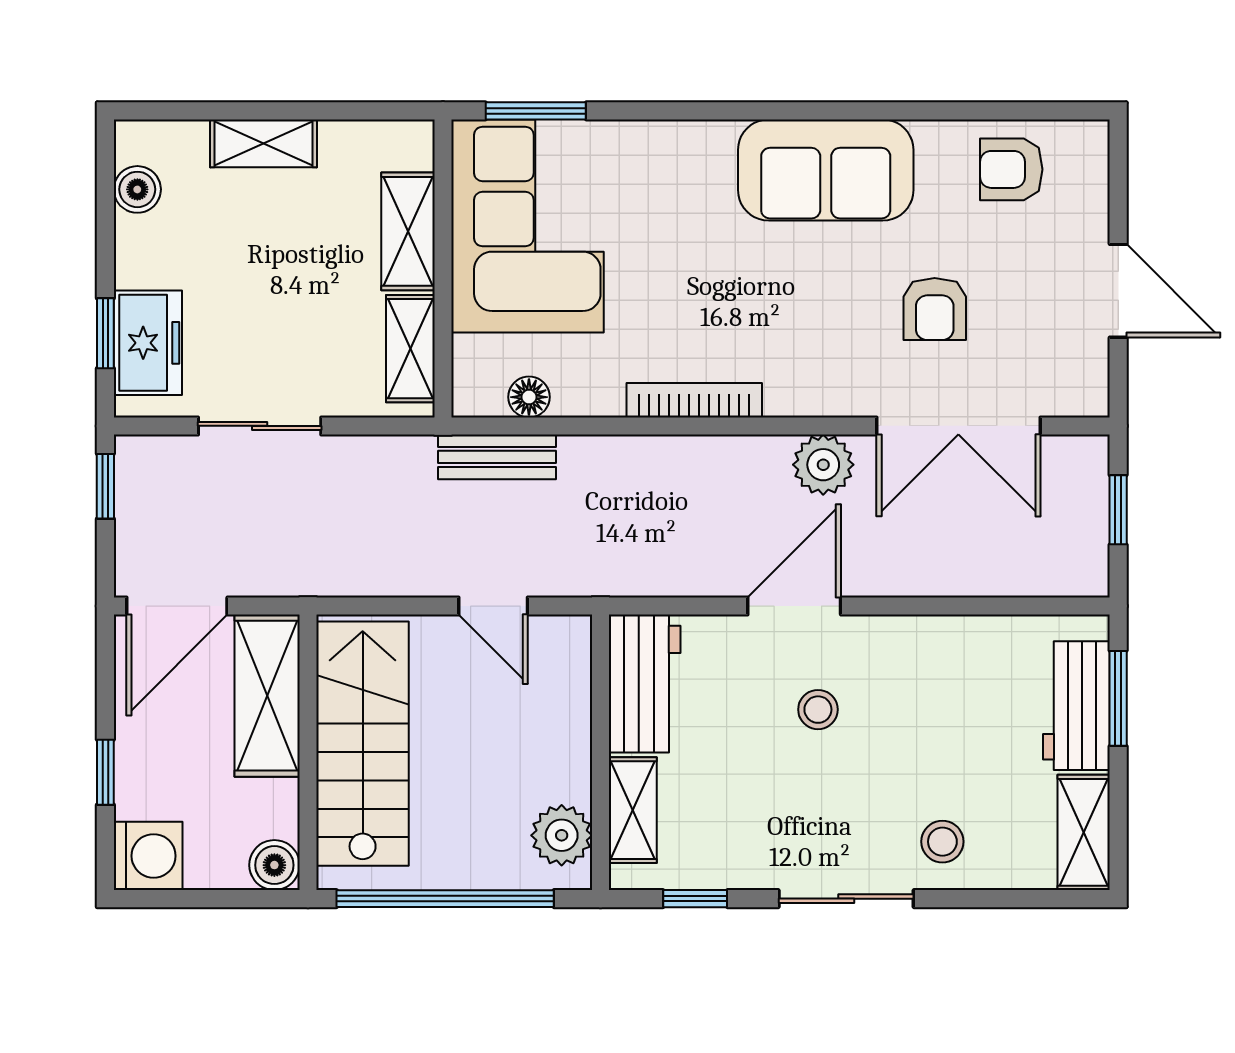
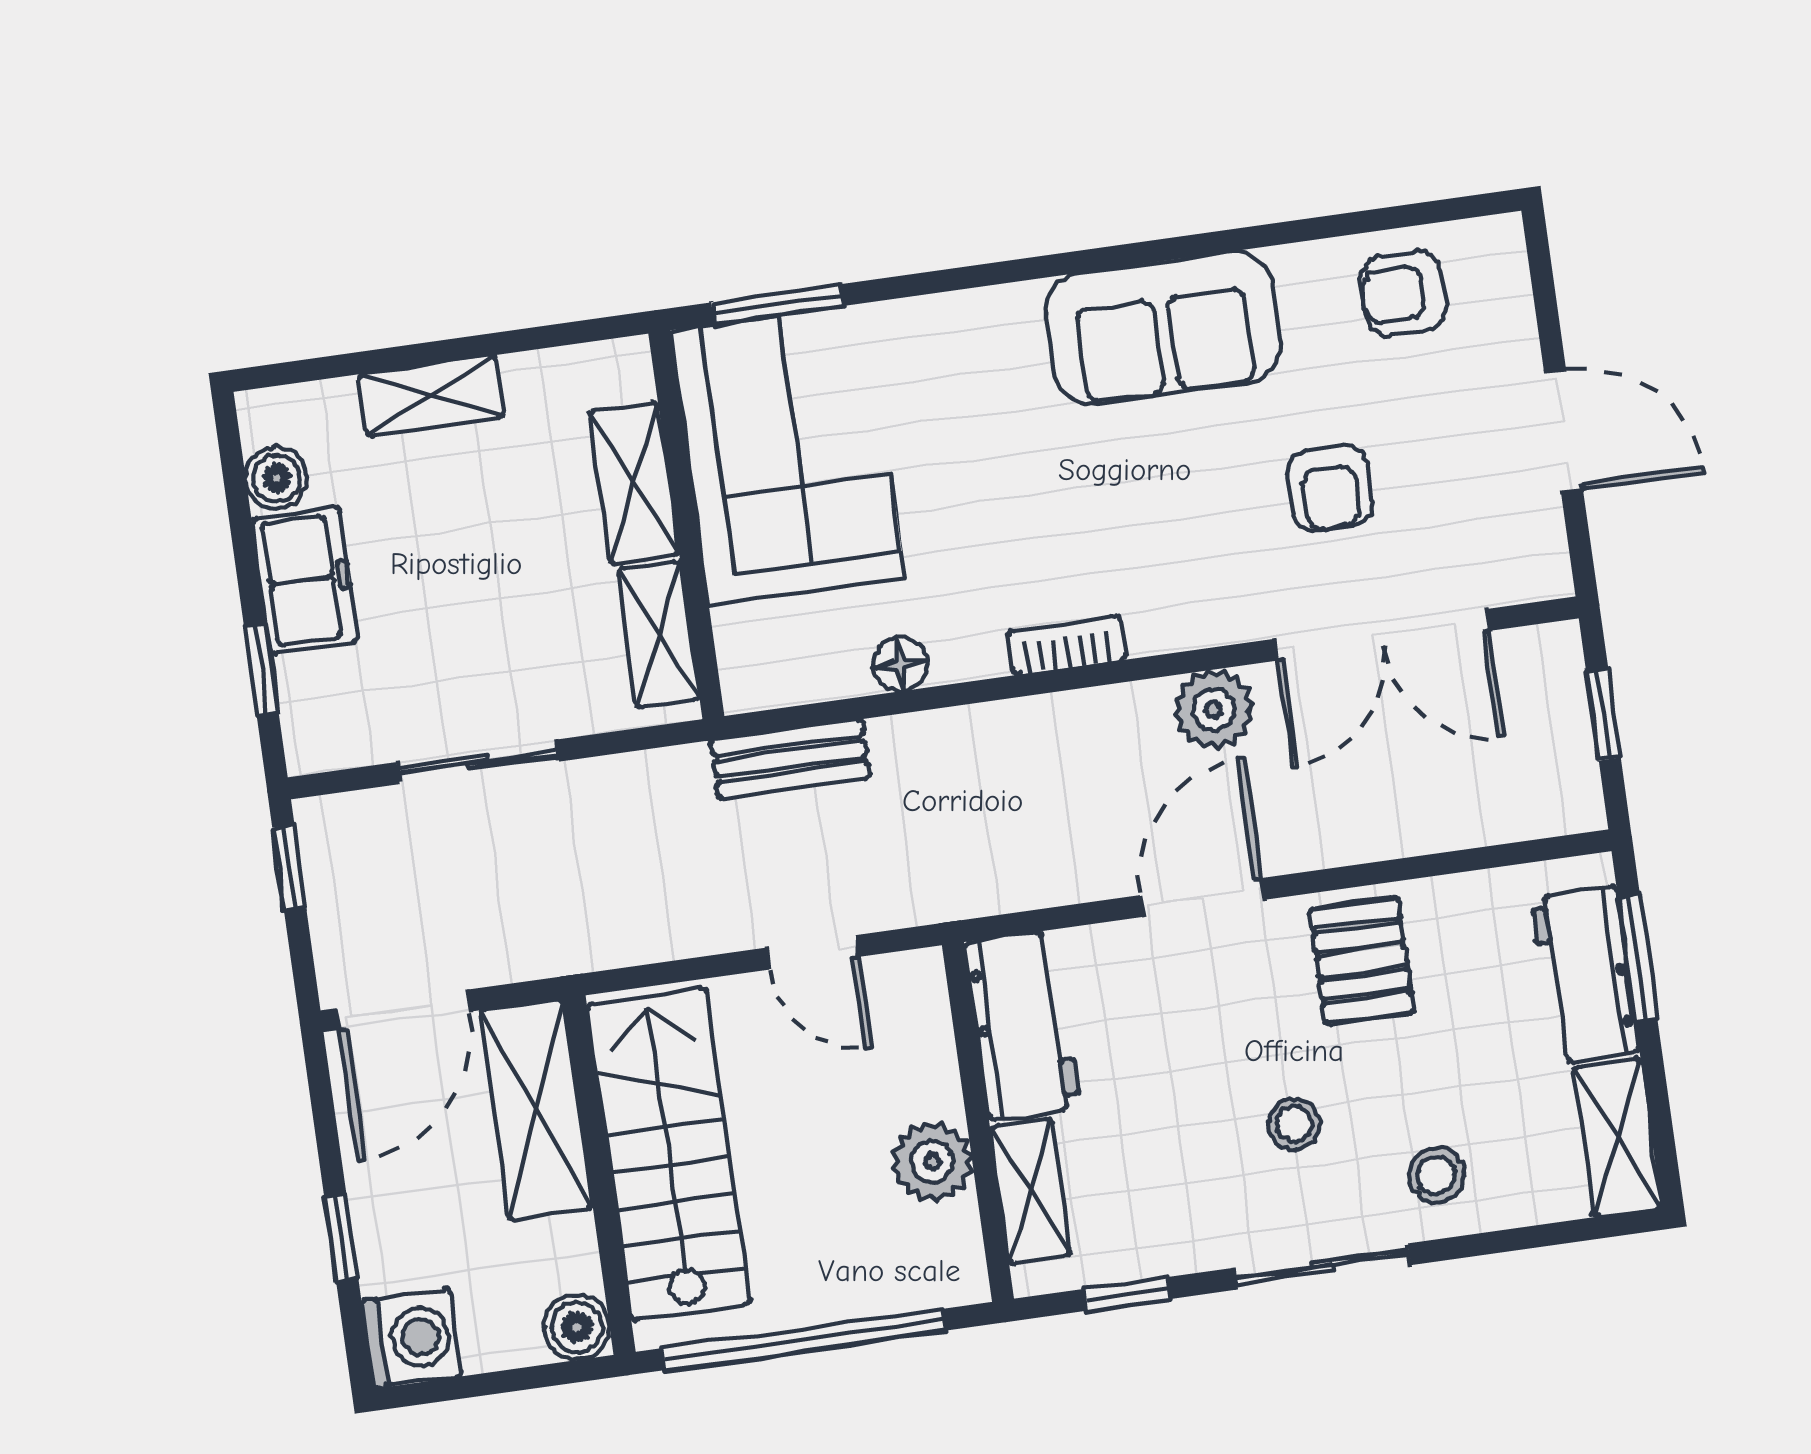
freezer: (148, 343) -> (305, 580), moved
floor lamp: (529, 397) -> (900, 664), moved
bookcase: (694, 400) -> (1067, 645), width x0.64
pallet: (909, 671) -> (1362, 961), added
stool: (818, 710) -> (1294, 1124), moved
plant: (562, 835) -> (932, 1162), moved

